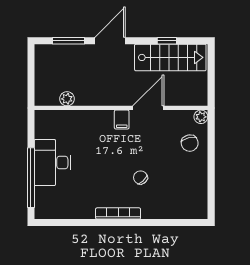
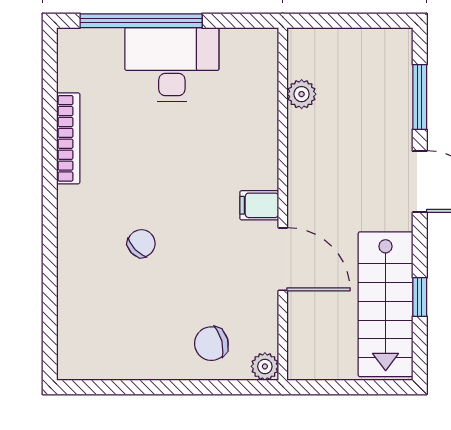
bookcase: (118, 213) -> (68, 138), moved

